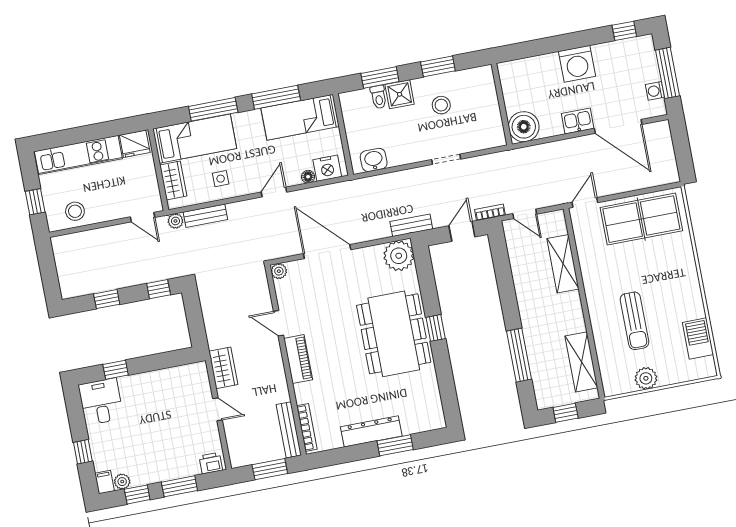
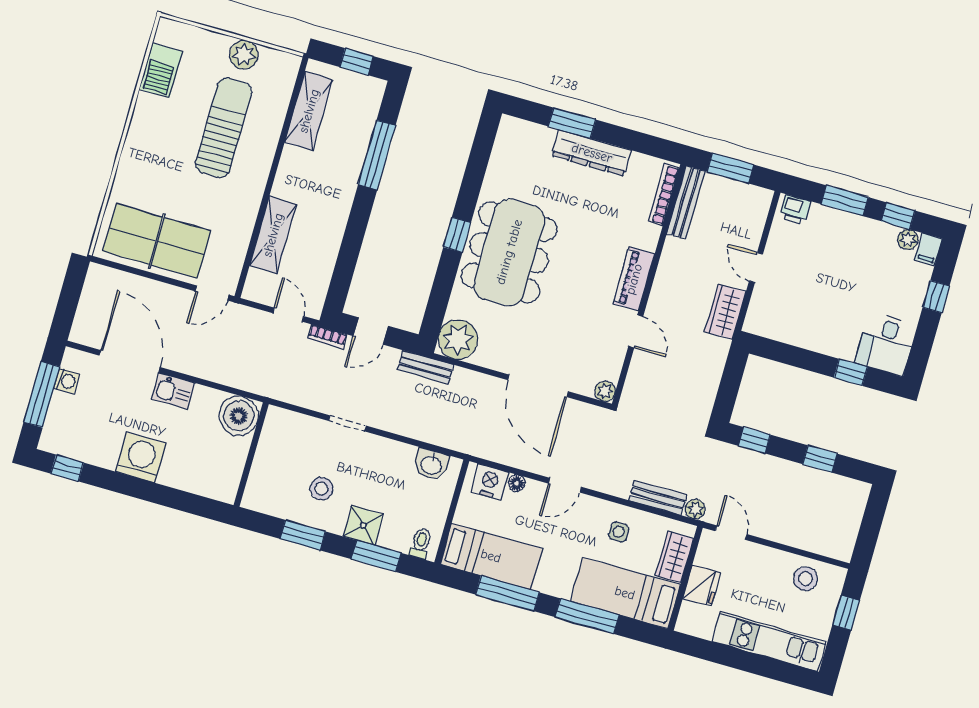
toilet: (379, 97) -> (421, 543), moved
fridge: (135, 144) -> (702, 586), moved, turned 90
sun lounger: (635, 321) -> (224, 128), width x1.36, depth x1.34

